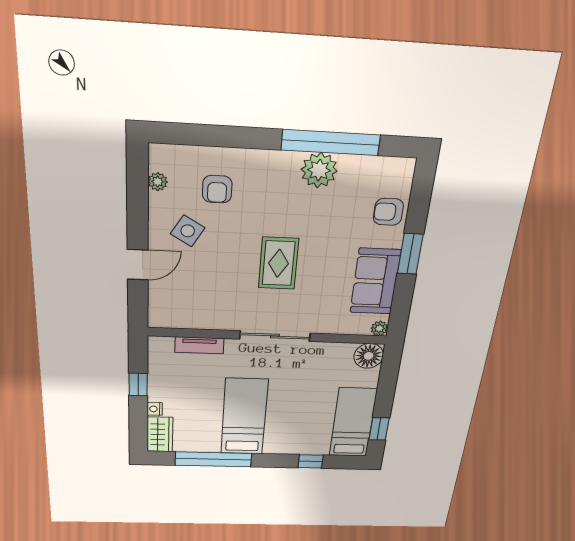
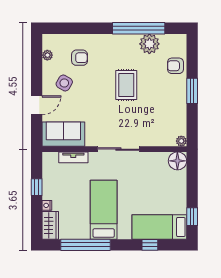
plant: (319, 170) -> (149, 44), moved
armchair: (217, 189) -> (80, 58), turned -90
rug: (279, 263) -> (126, 85), moved
sofa: (375, 281) -> (63, 134), moved, turned 90
bed: (353, 423) -> (159, 227), moved, turned -90

